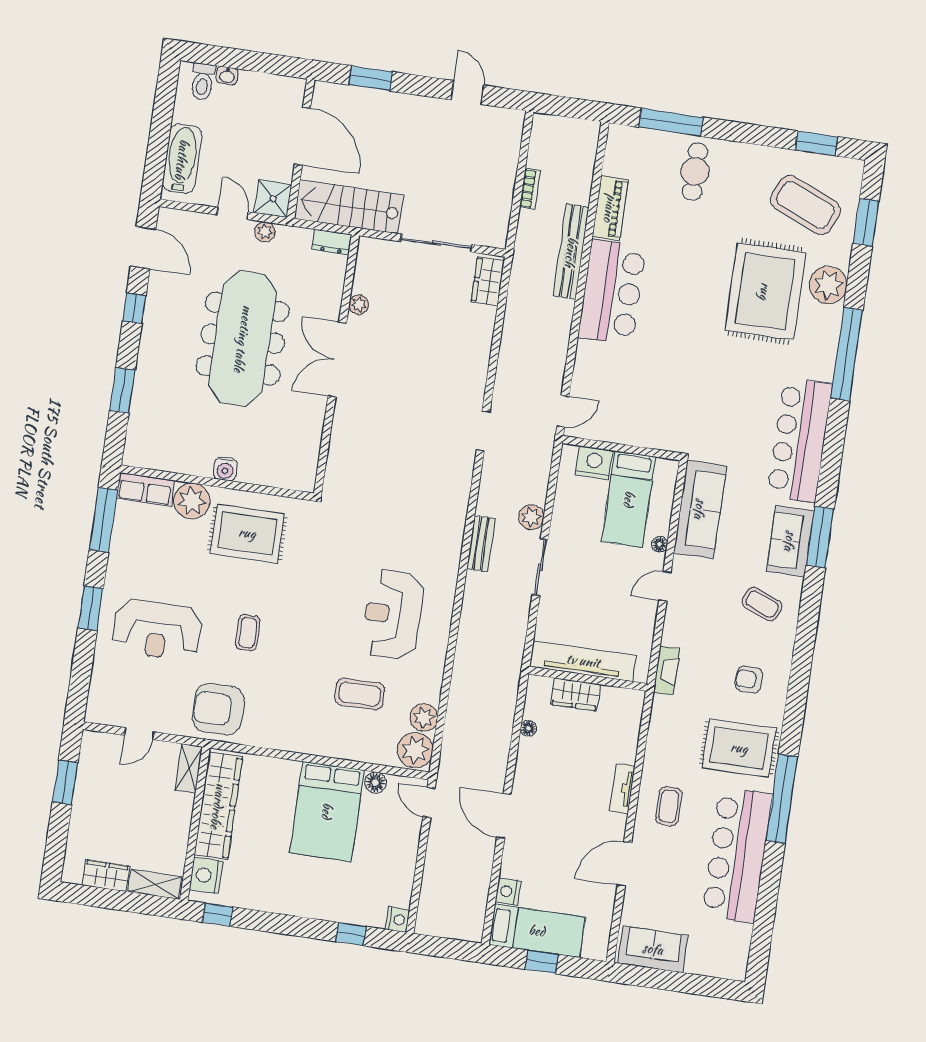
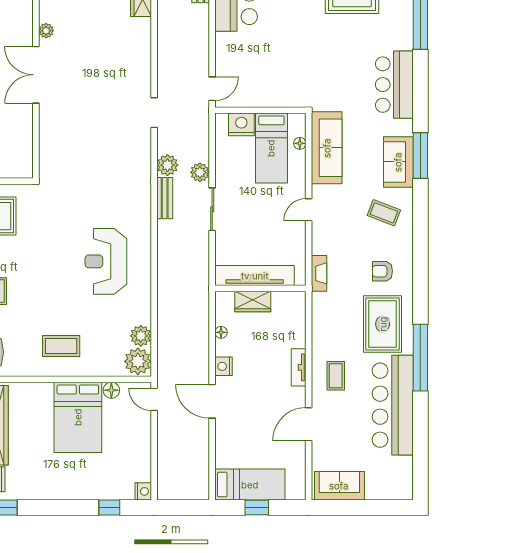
bar counter: (800, 440) -> (394, 85), width x0.73
plant: (491, 502) -> (167, 165), added
floor lamp: (659, 544) -> (300, 143), moved
coffee table: (360, 694) -> (61, 346), moved
rug: (739, 748) -> (383, 324), turned 90
nightstand: (508, 891) -> (224, 366), moved

